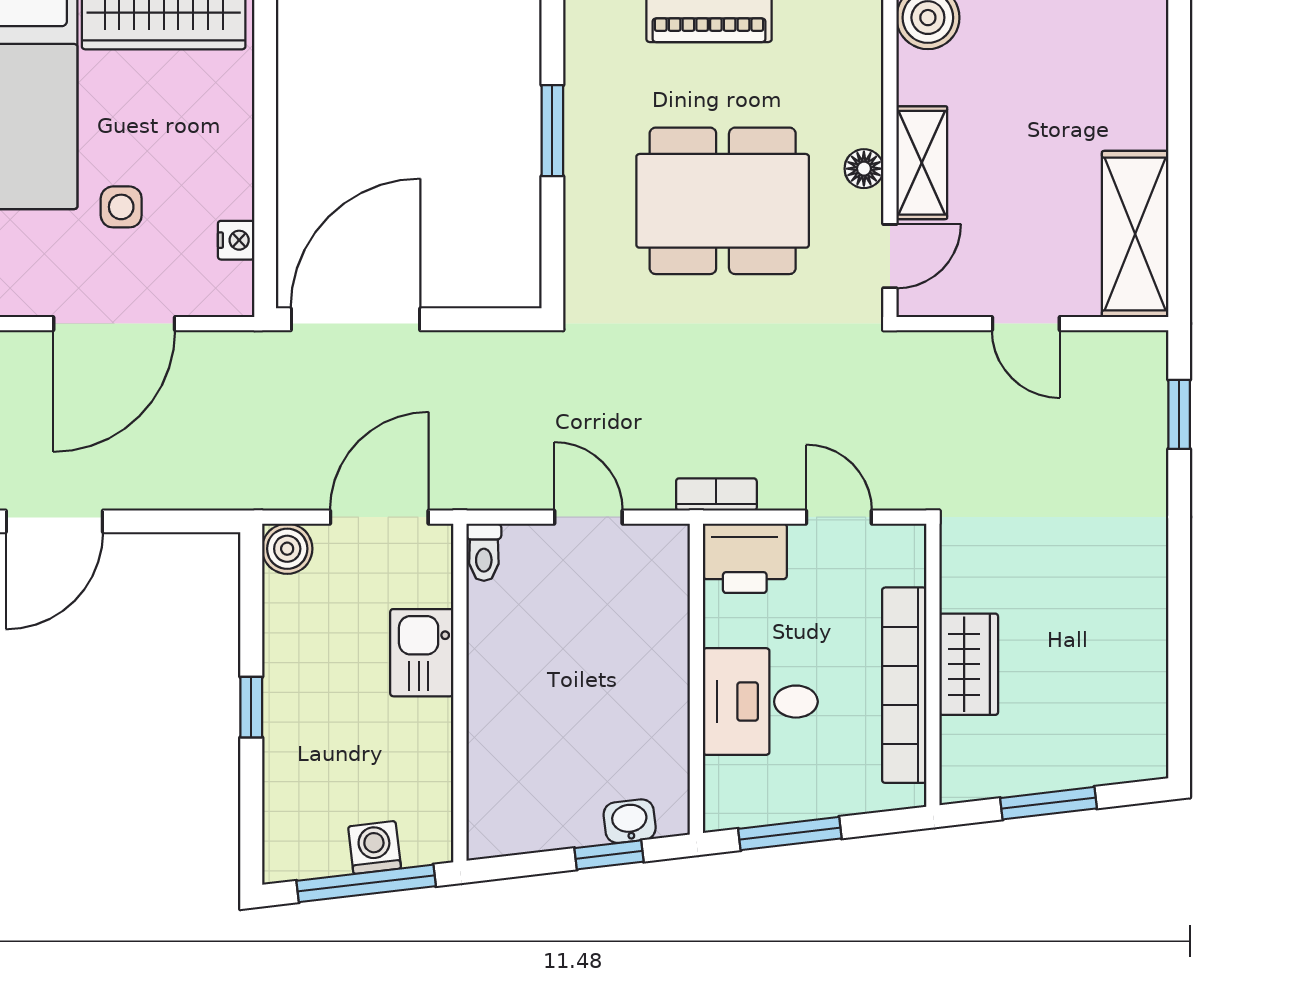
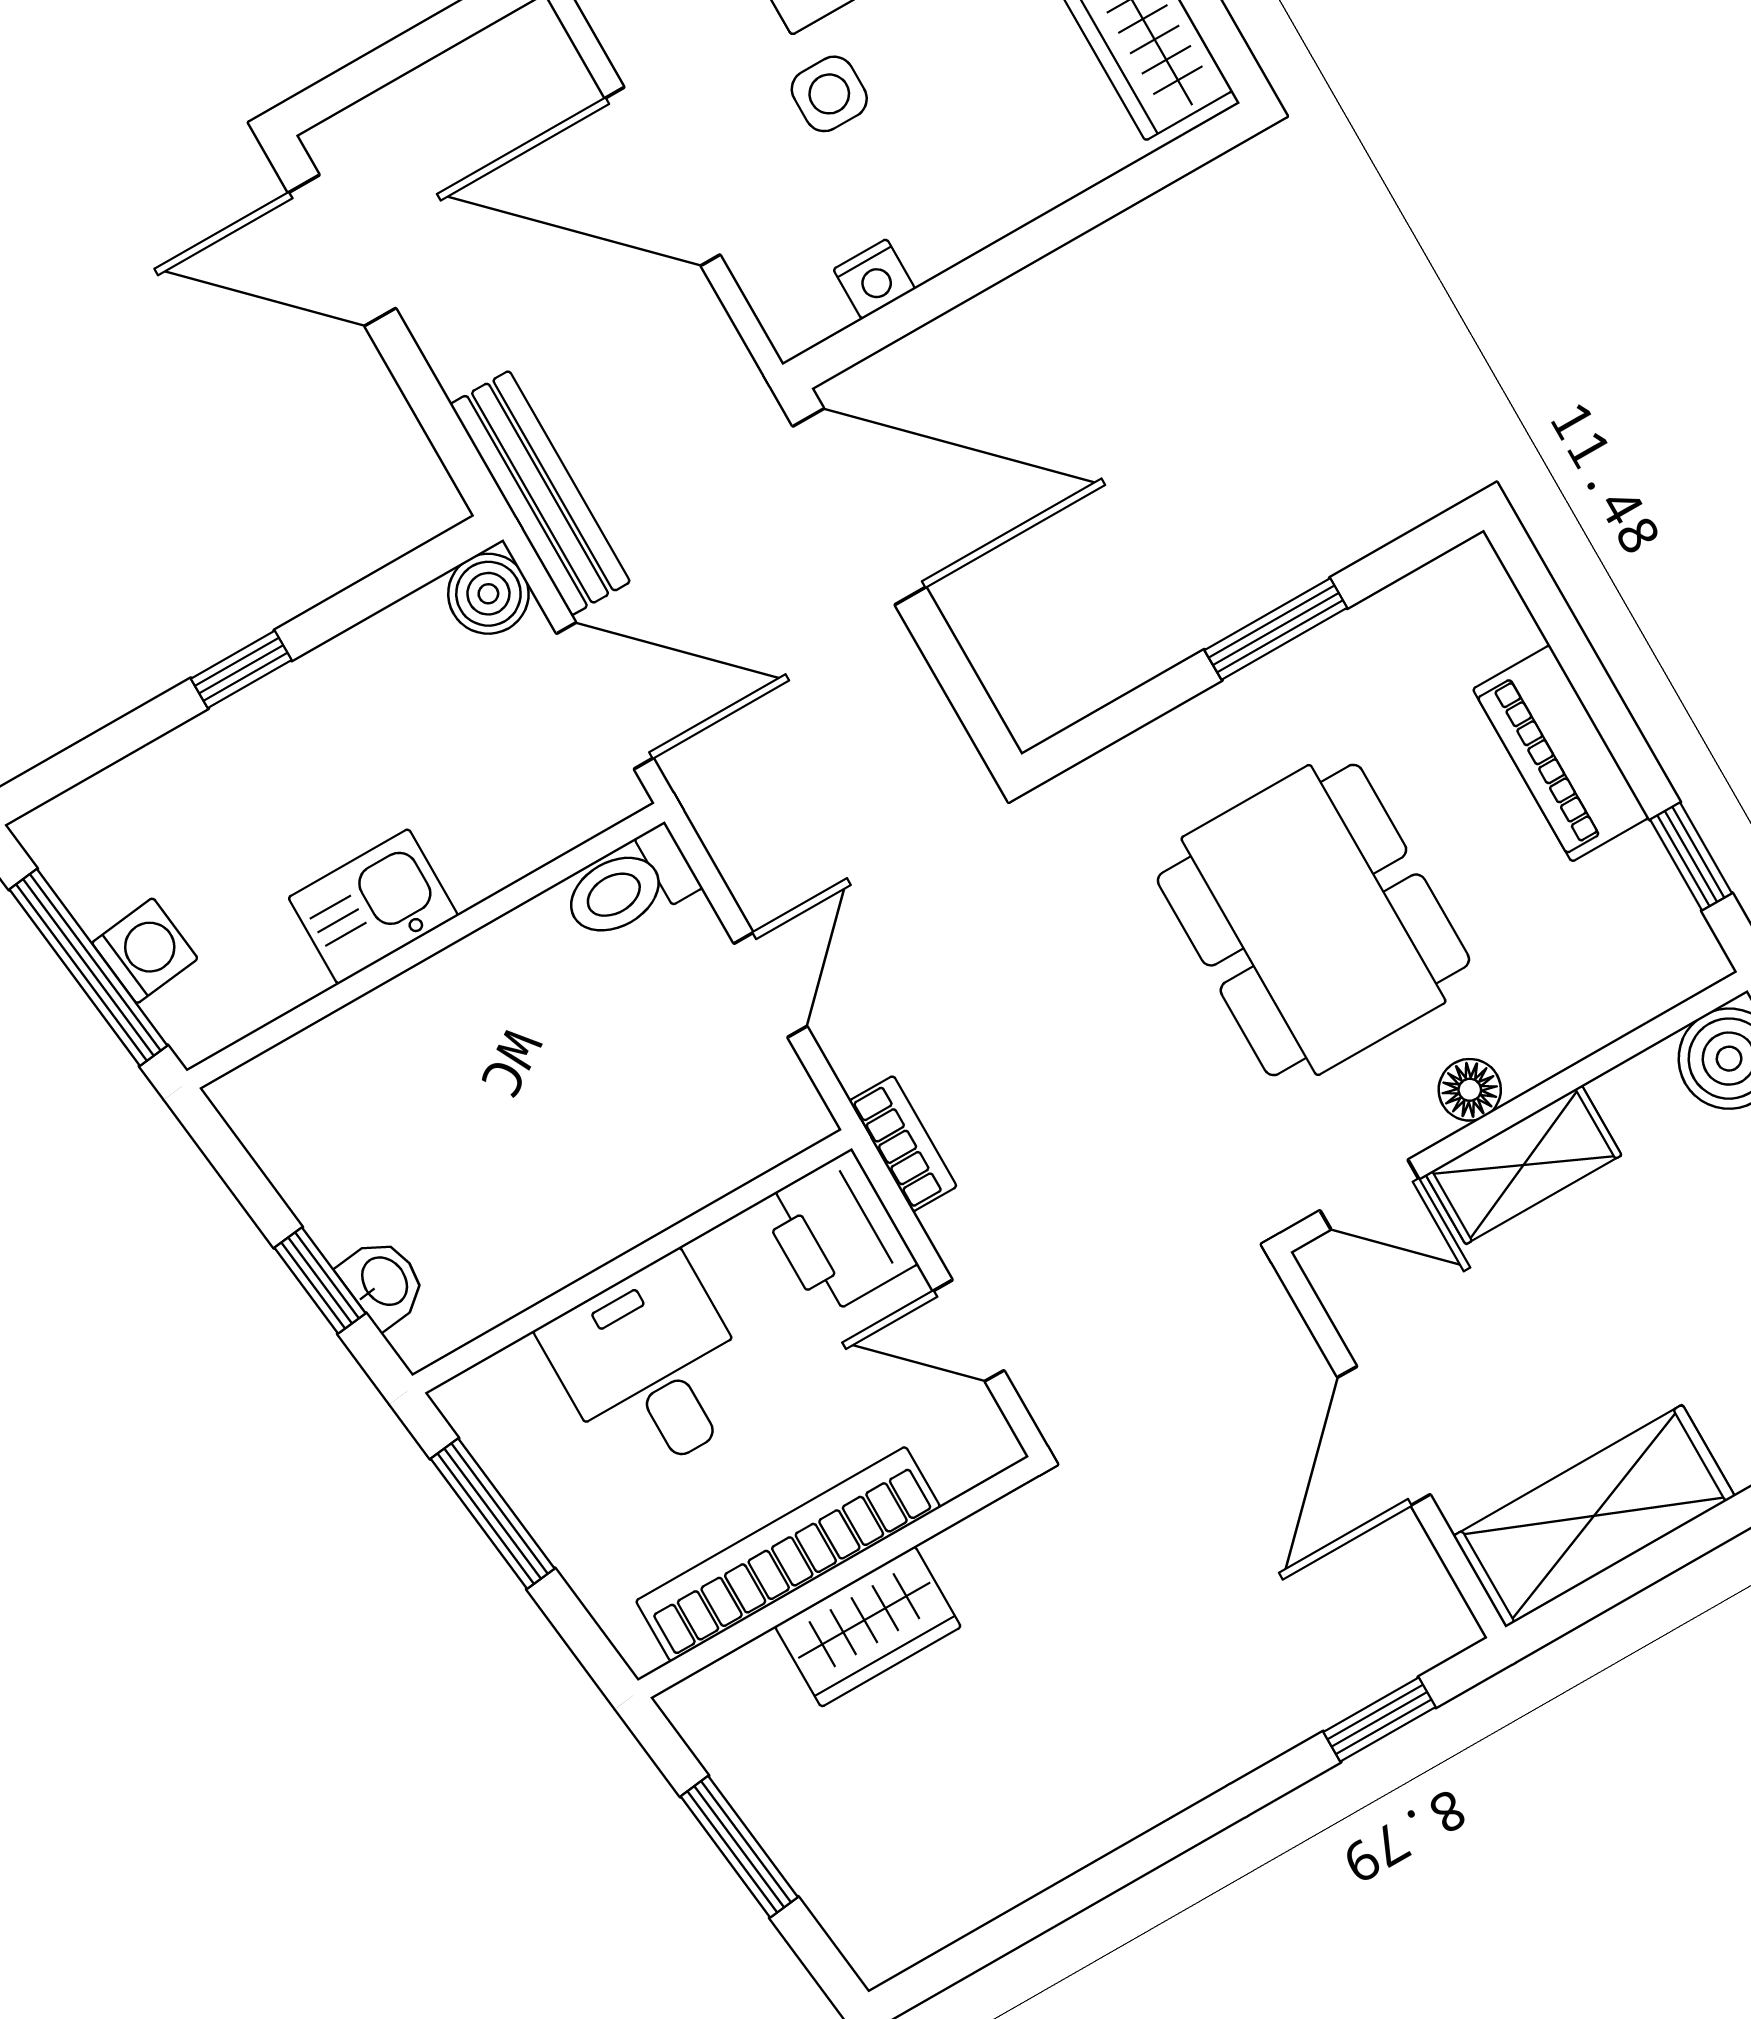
door: (1026, 324) -> (1384, 1436), width x1.38
bench: (248, 489) -> (540, 493), added
door: (839, 517) -> (969, 1331), swing flipped
toilet: (484, 552) -> (629, 886), width x1.37, depth x1.39
kitchen sink: (422, 653) -> (373, 907), moved

